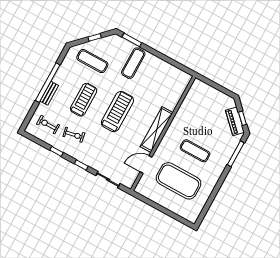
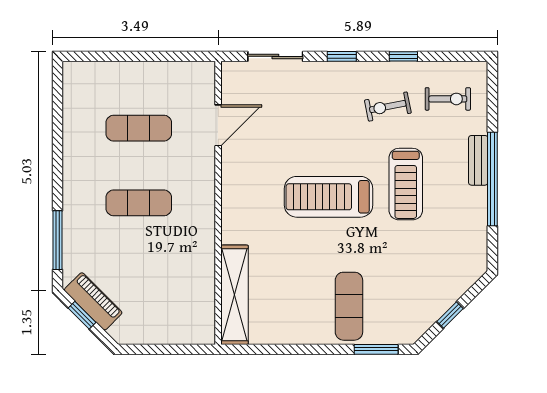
exercise mat: (92, 61) -> (429, 267), removed
treadmill: (117, 112) -> (329, 197), turned 90
shelving: (157, 130) -> (235, 295), moved
exercise mat: (179, 181) -> (139, 128), width x0.50, depth x0.69

